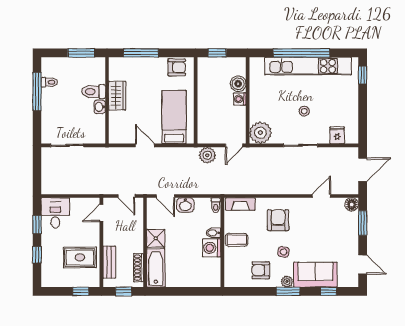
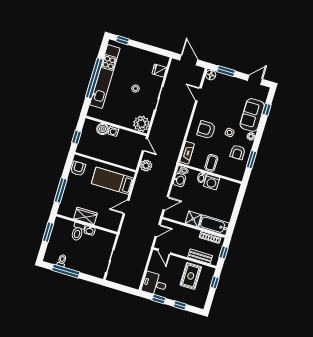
washbasin: (185, 205) -> (180, 180), moved
window: (288, 291) -> (251, 160), moved

